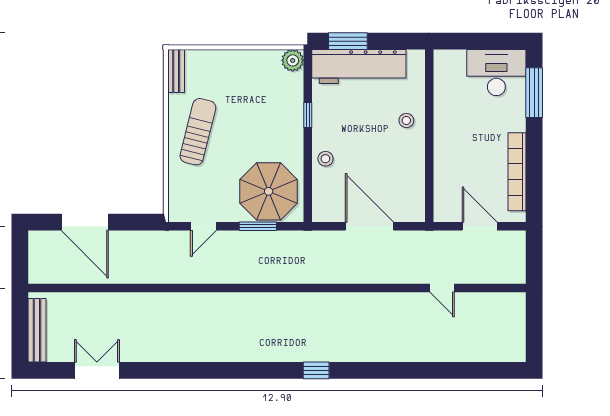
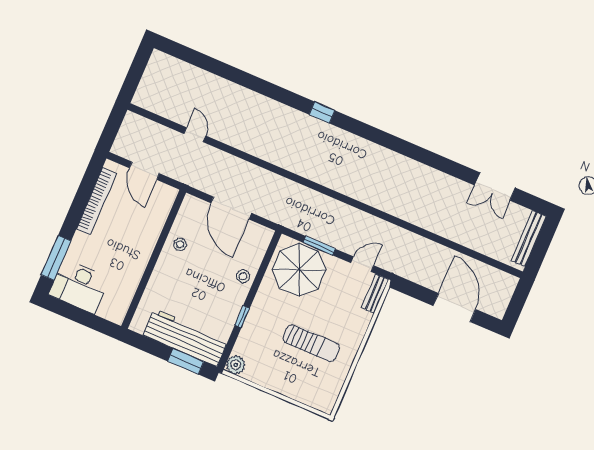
bench: (176, 71) -> (375, 294), moved
stool: (406, 120) -> (180, 244), moved
sun lounger: (198, 132) -> (311, 343), moved, turned -104

